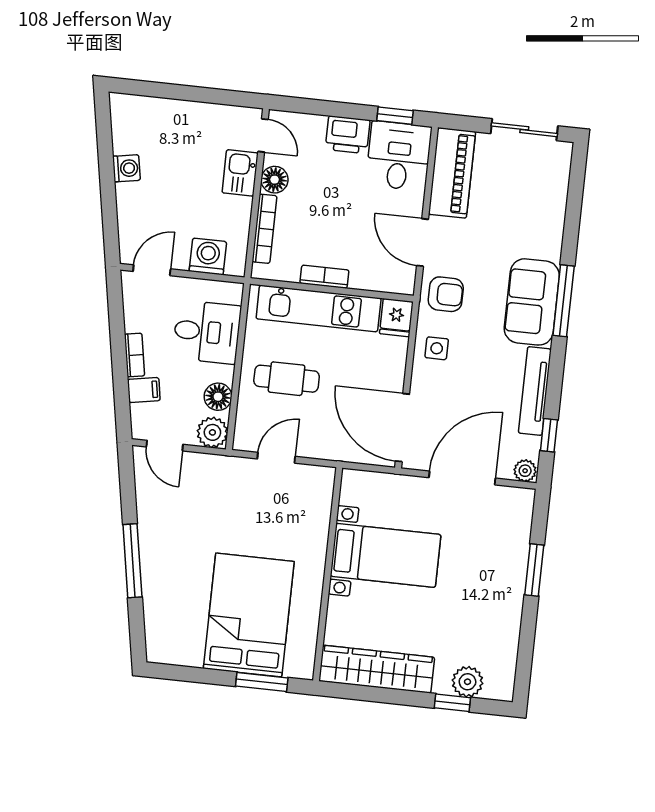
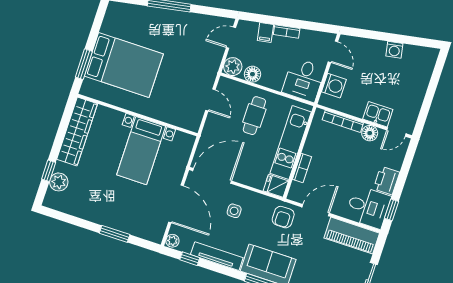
bookcase: (324, 277) -> (302, 168), moved
desk: (207, 332) -> (304, 80), moved
side table: (437, 348) -> (234, 211), moved

